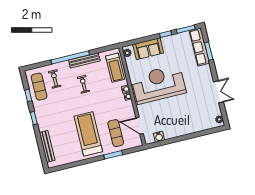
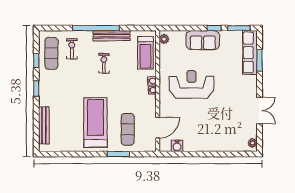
sofa: (148, 49) -> (203, 40), moved
reception desk: (159, 84) -> (192, 85), width x0.74, depth x0.77
door: (140, 126) -> (158, 128), swing flipped

